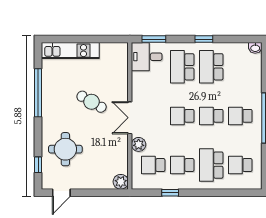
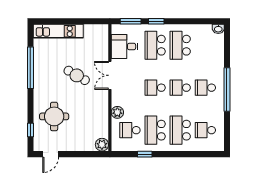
window: (204, 39) -> (156, 21), moved
desk: (147, 57) -> (124, 47), moved
double door: (130, 118) -> (110, 75), moved
school desk: (182, 165) -> (155, 130), width x1.85

